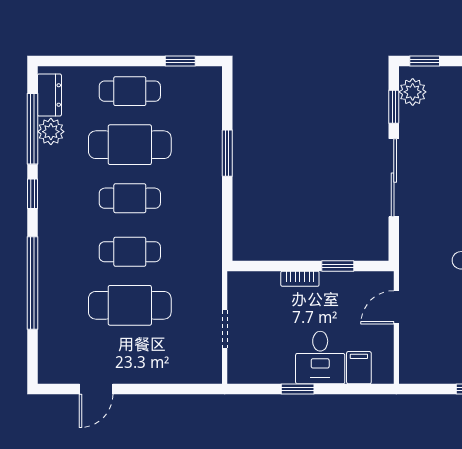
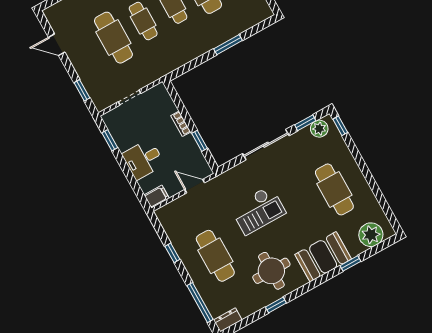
filing cabinet: (359, 368) -> (157, 197), moved
window: (178, 389) -> (82, 90), added
window: (298, 389) -> (110, 140), moved

